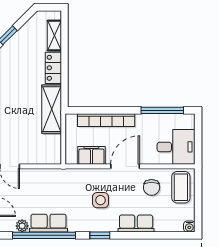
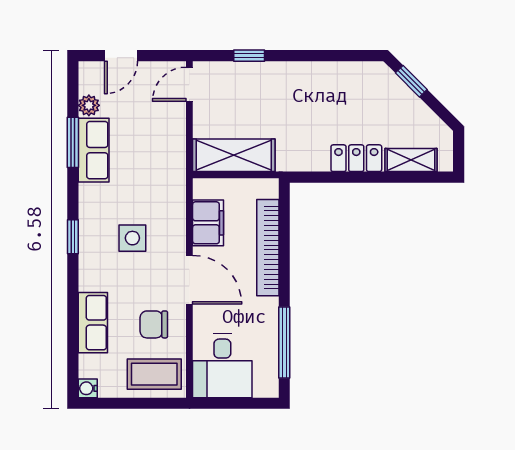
shelving: (52, 109) -> (234, 155), moved
row of seats: (136, 224) -> (93, 323), moved
window: (44, 235) -> (73, 142), width x0.47

